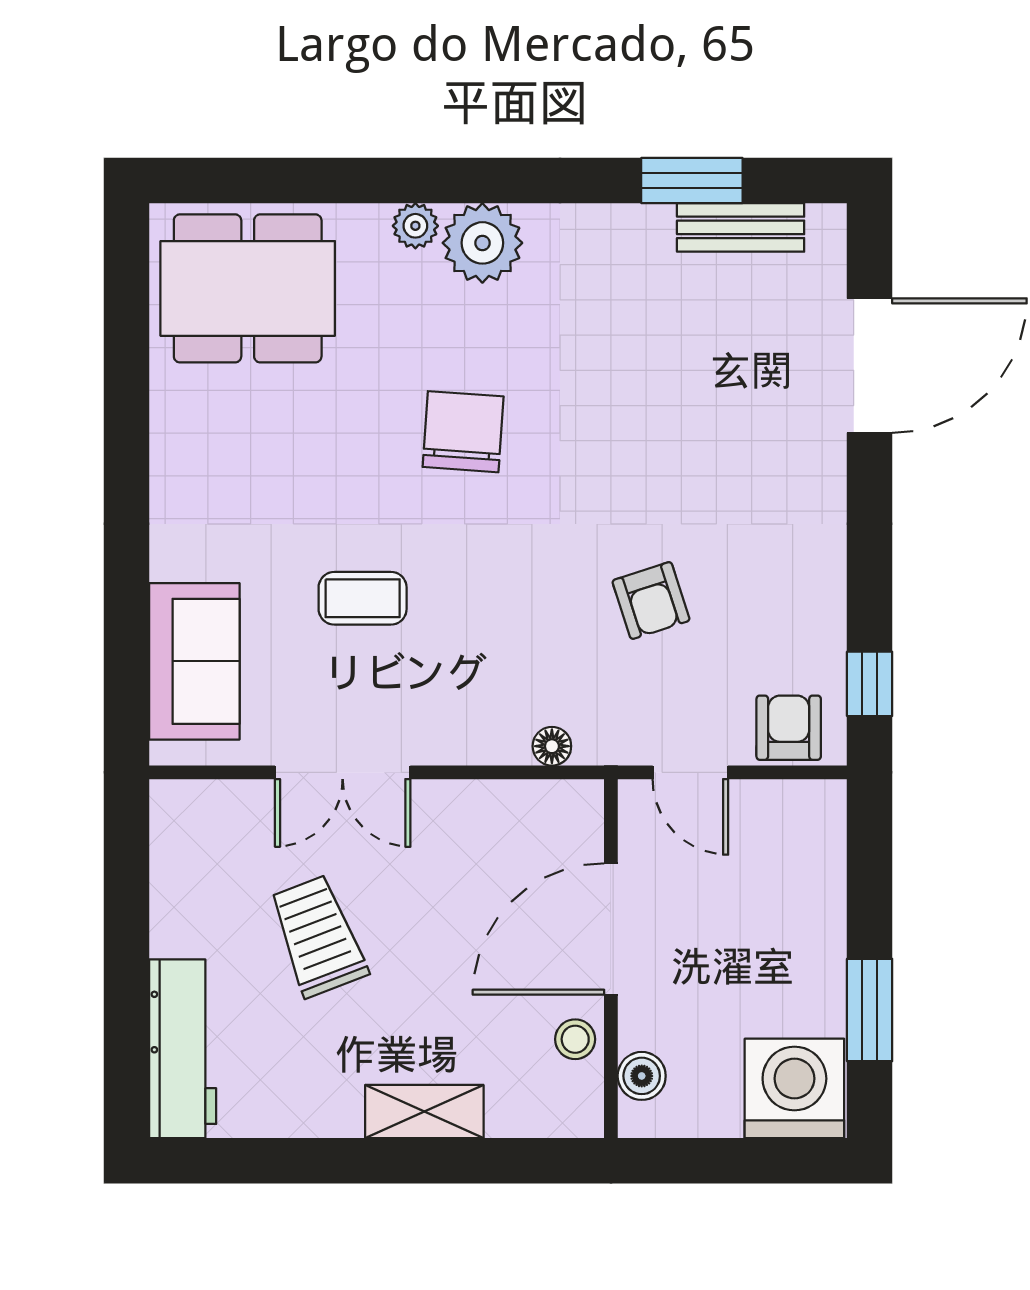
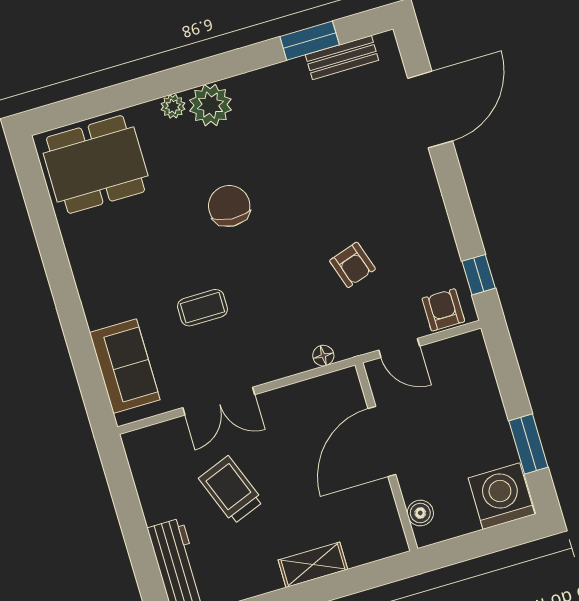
stool: (575, 1039) -> (380, 504), removed

